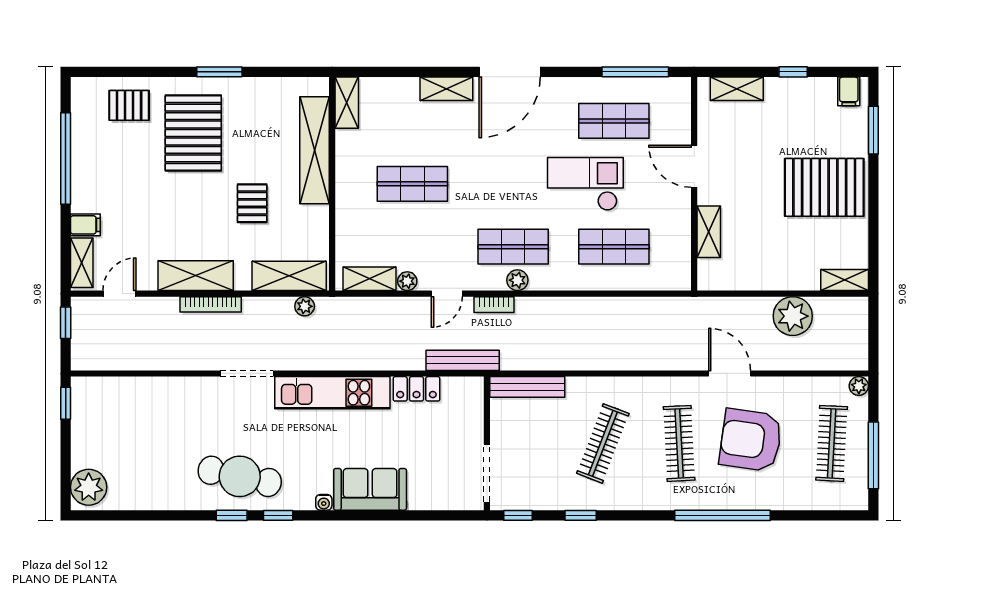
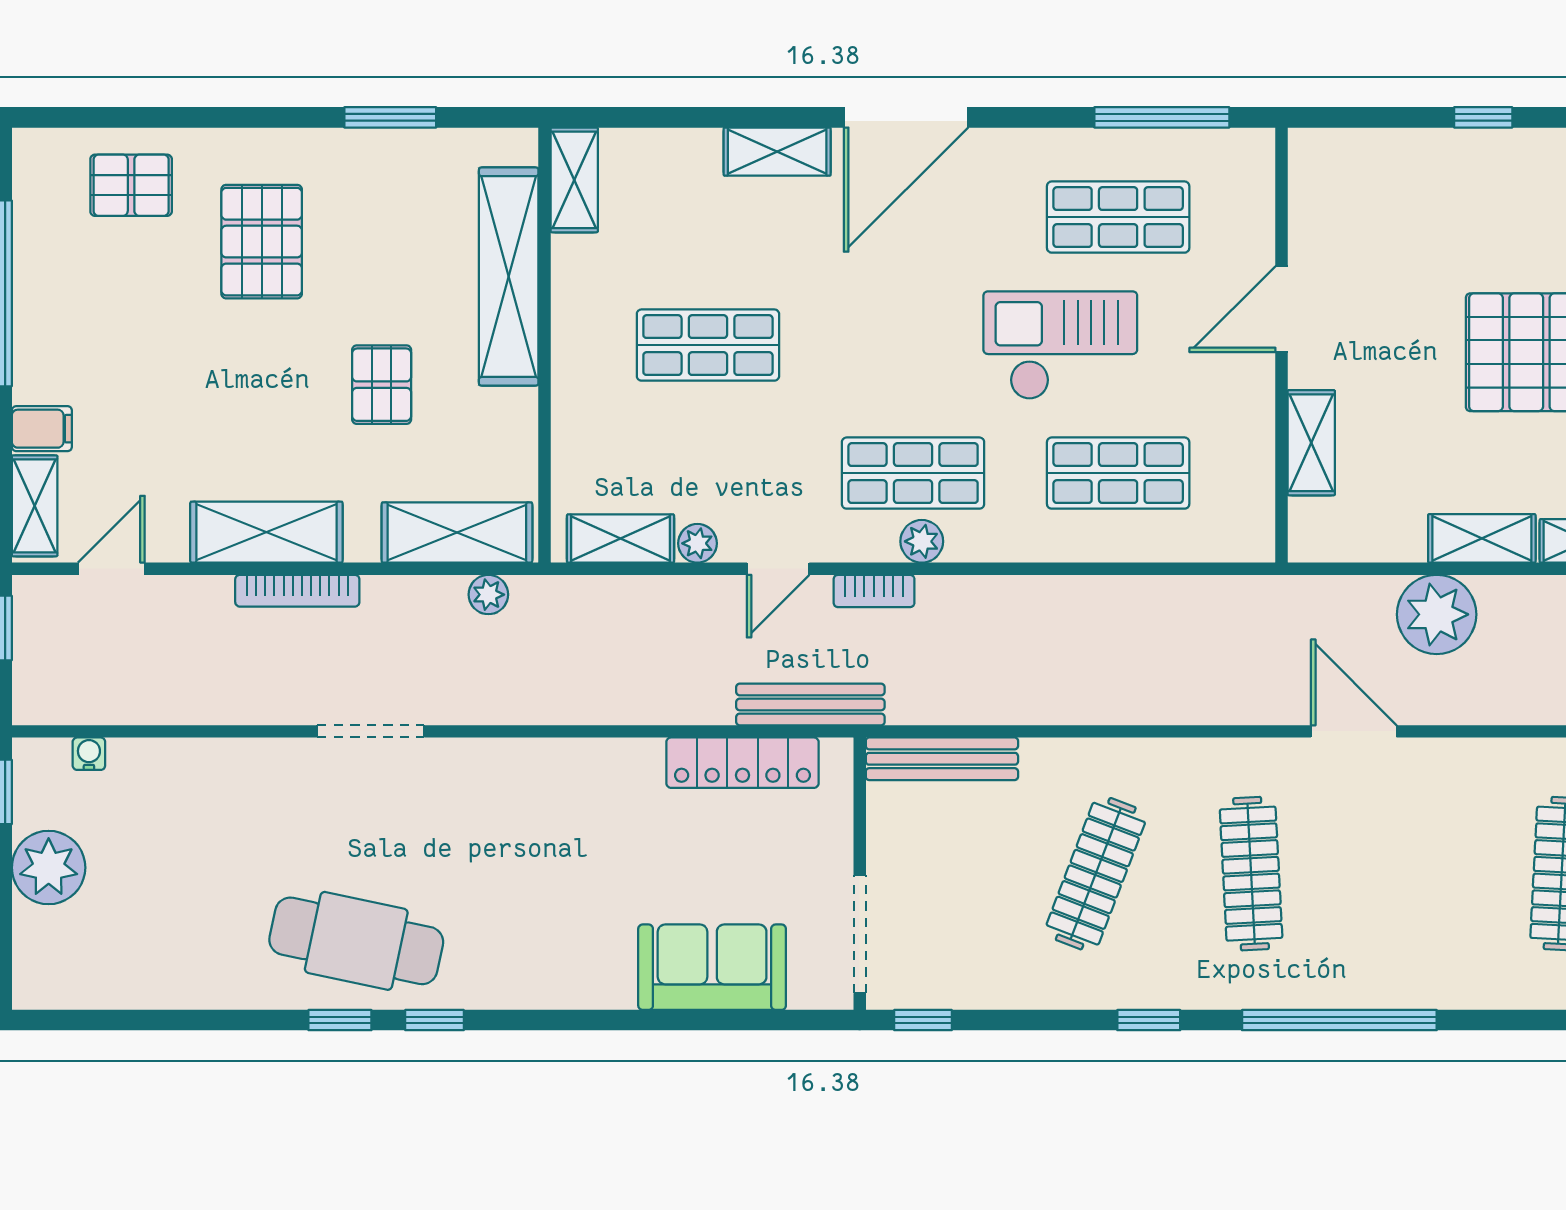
window: (219, 72) -> (390, 117), moved
shelving: (737, 89) -> (1482, 538), moved
pallet: (193, 133) -> (262, 242), width x0.73, depth x0.71
door: (694, 166) -> (1282, 309), hinge flipped
plant: (793, 316) -> (1437, 614), moved
locker: (416, 389) -> (742, 763), width x1.53
kitchen unit: (332, 393) -> (545, 770), removed
armchair: (751, 440) -> (1397, 867), removed
plant: (89, 487) -> (49, 868), moved
sofa: (370, 489) -> (712, 967), moved
water cooler: (324, 502) -> (89, 754), moved, turned 180
window: (581, 515) -> (1149, 1020), moved

